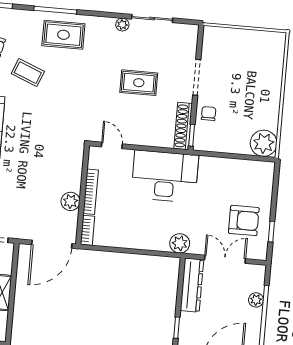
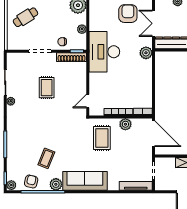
rug: (63, 35) -> (102, 138), moved
cafe table: (252, 59) -> (26, 17), added
plant: (226, 146) -> (82, 29), added
desk: (165, 176) -> (104, 52), moved

